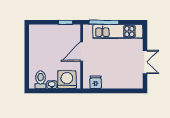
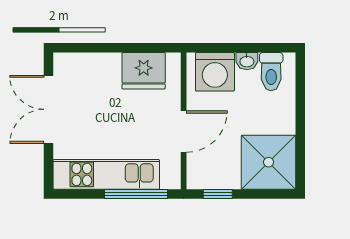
shower: (42, 37) -> (269, 162), added
double door: (145, 62) -> (48, 109), width x1.37
fridge: (96, 82) -> (144, 71), width x1.88, depth x1.34

